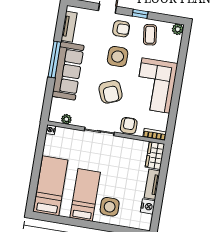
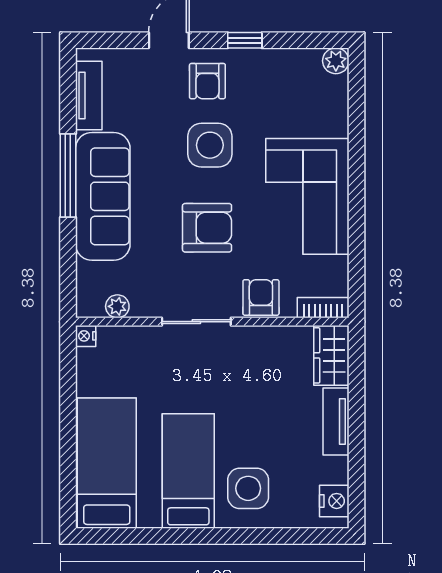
armchair: (121, 29) -> (207, 81), turned 90
coffee table: (150, 35) -> (275, 84), removed
armchair: (111, 92) -> (207, 228), turned -68
nightstand: (148, 206) -> (334, 501), moved

